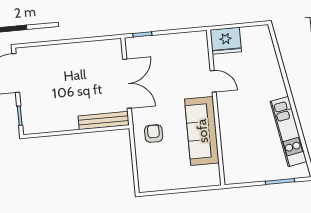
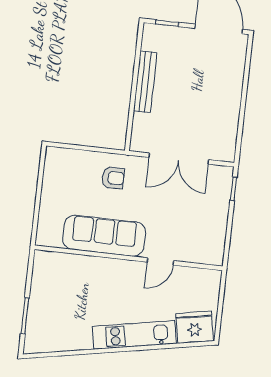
fridge: (226, 41) -> (195, 327), moved, turned 80
bench: (104, 120) -> (145, 82), moved
kitchen unit: (288, 132) -> (134, 335), moved

